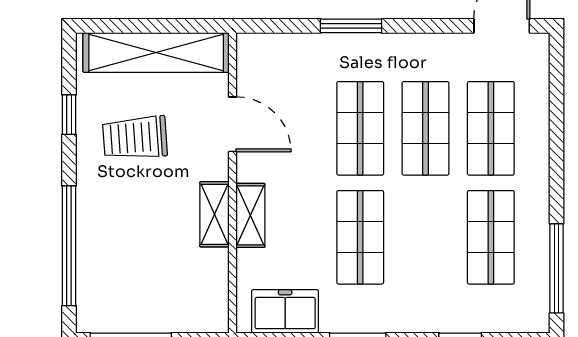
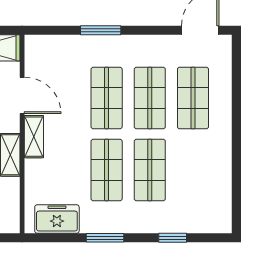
shelving: (250, 215) -> (34, 137), moved
shop shelf: (491, 237) -> (150, 170), moved
window: (556, 268) -> (236, 191), removed

